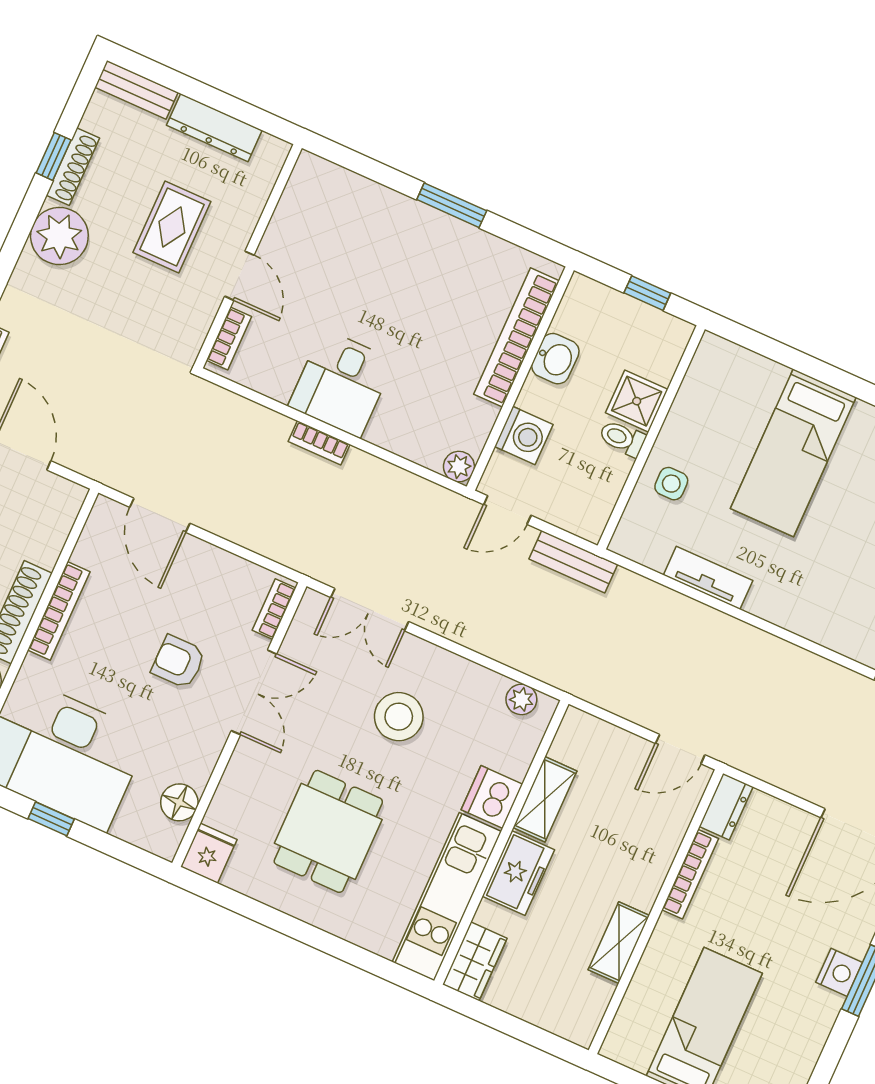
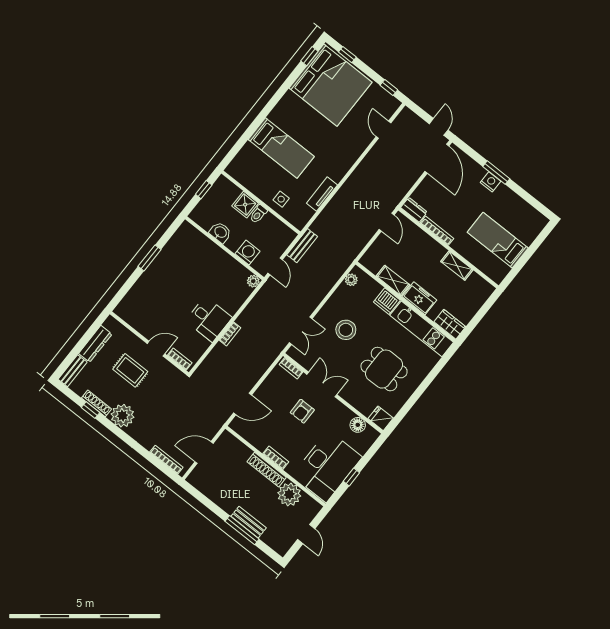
bookcase: (517, 337) -> (208, 246), removed
bookcase: (59, 611) -> (276, 458), width x0.64

